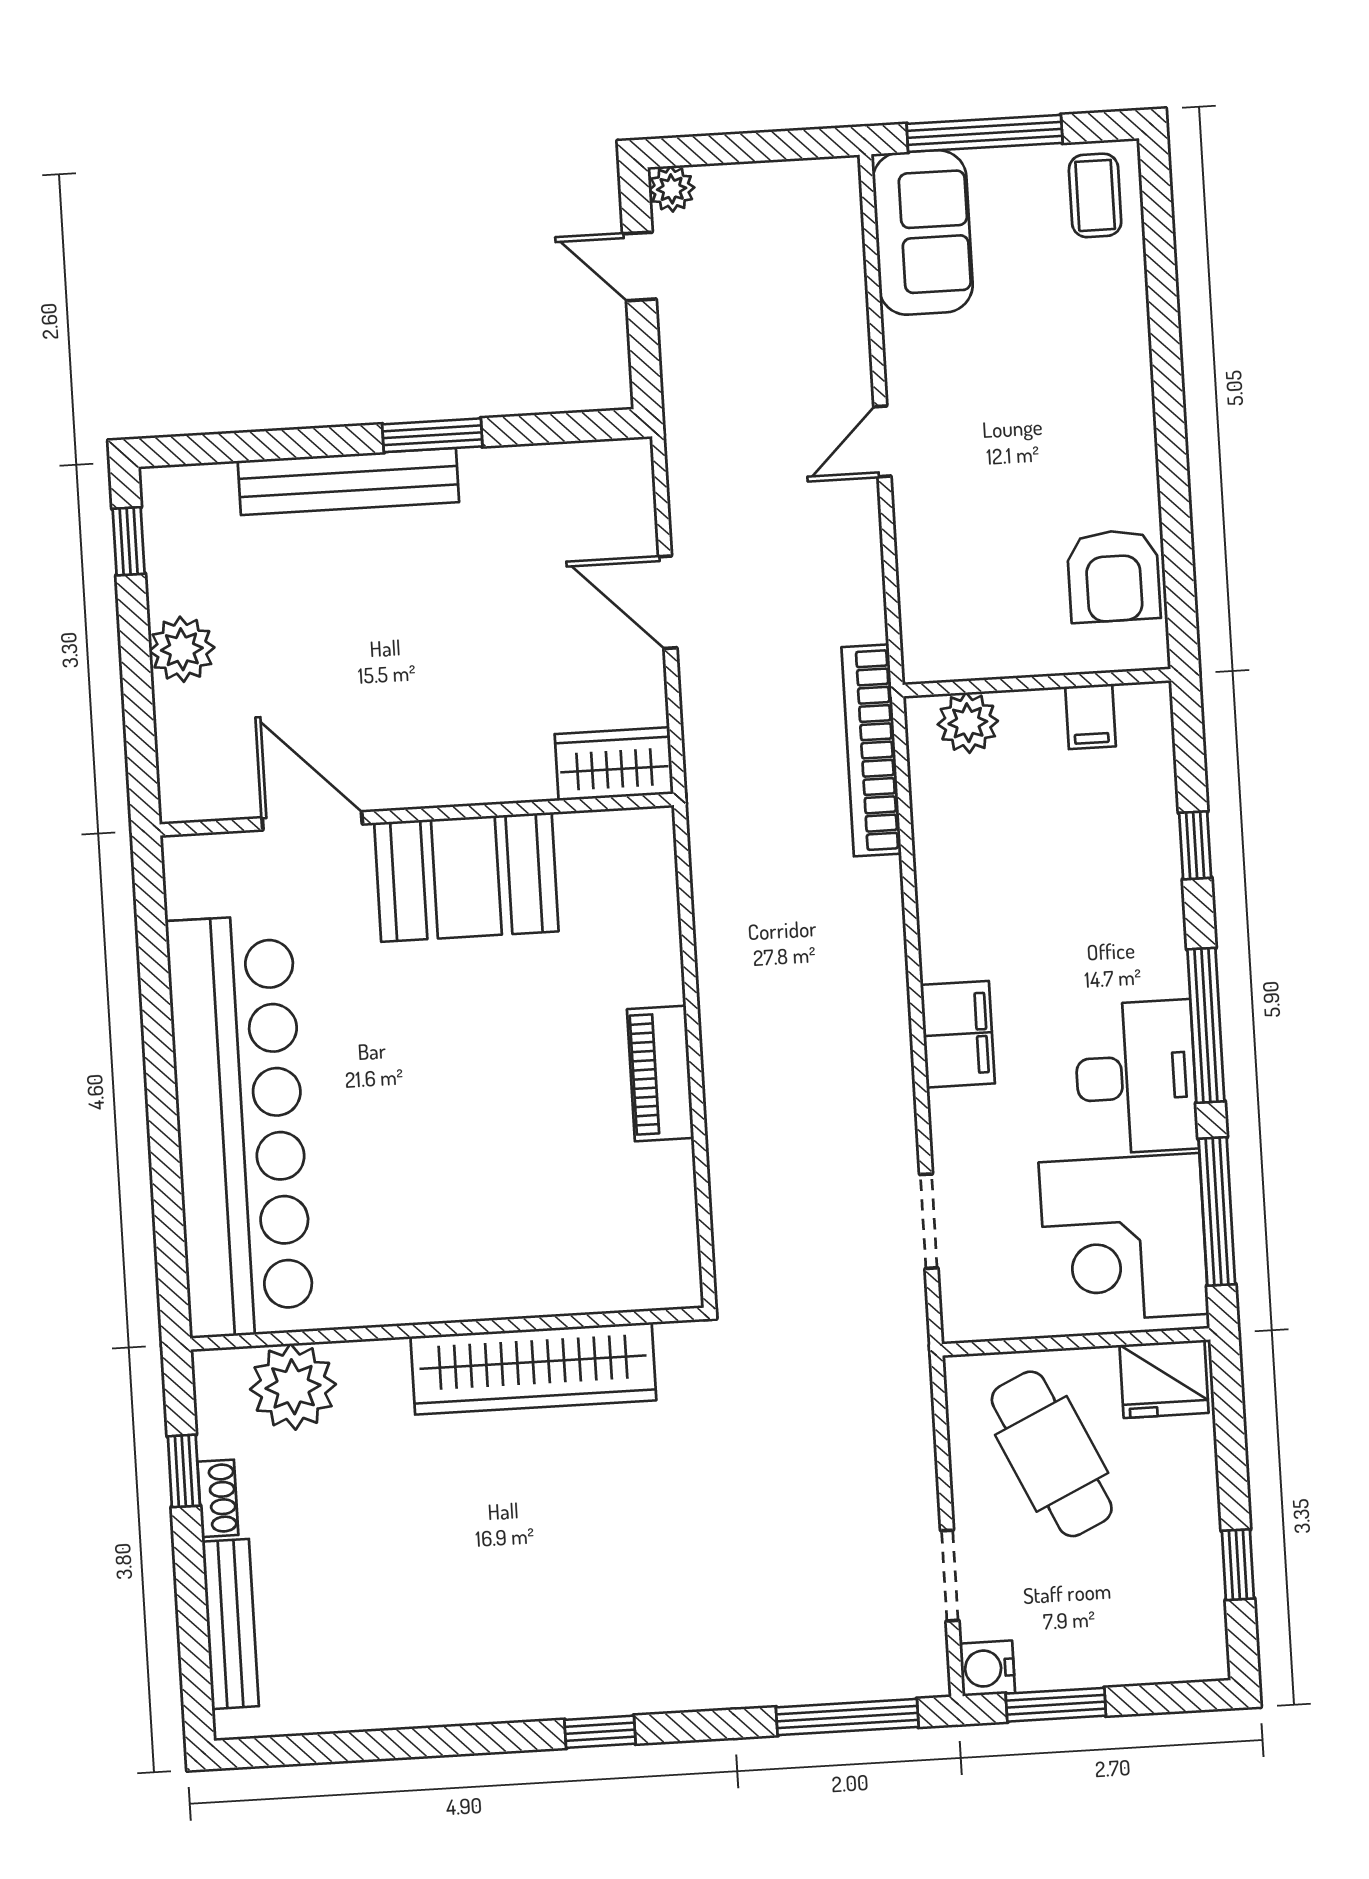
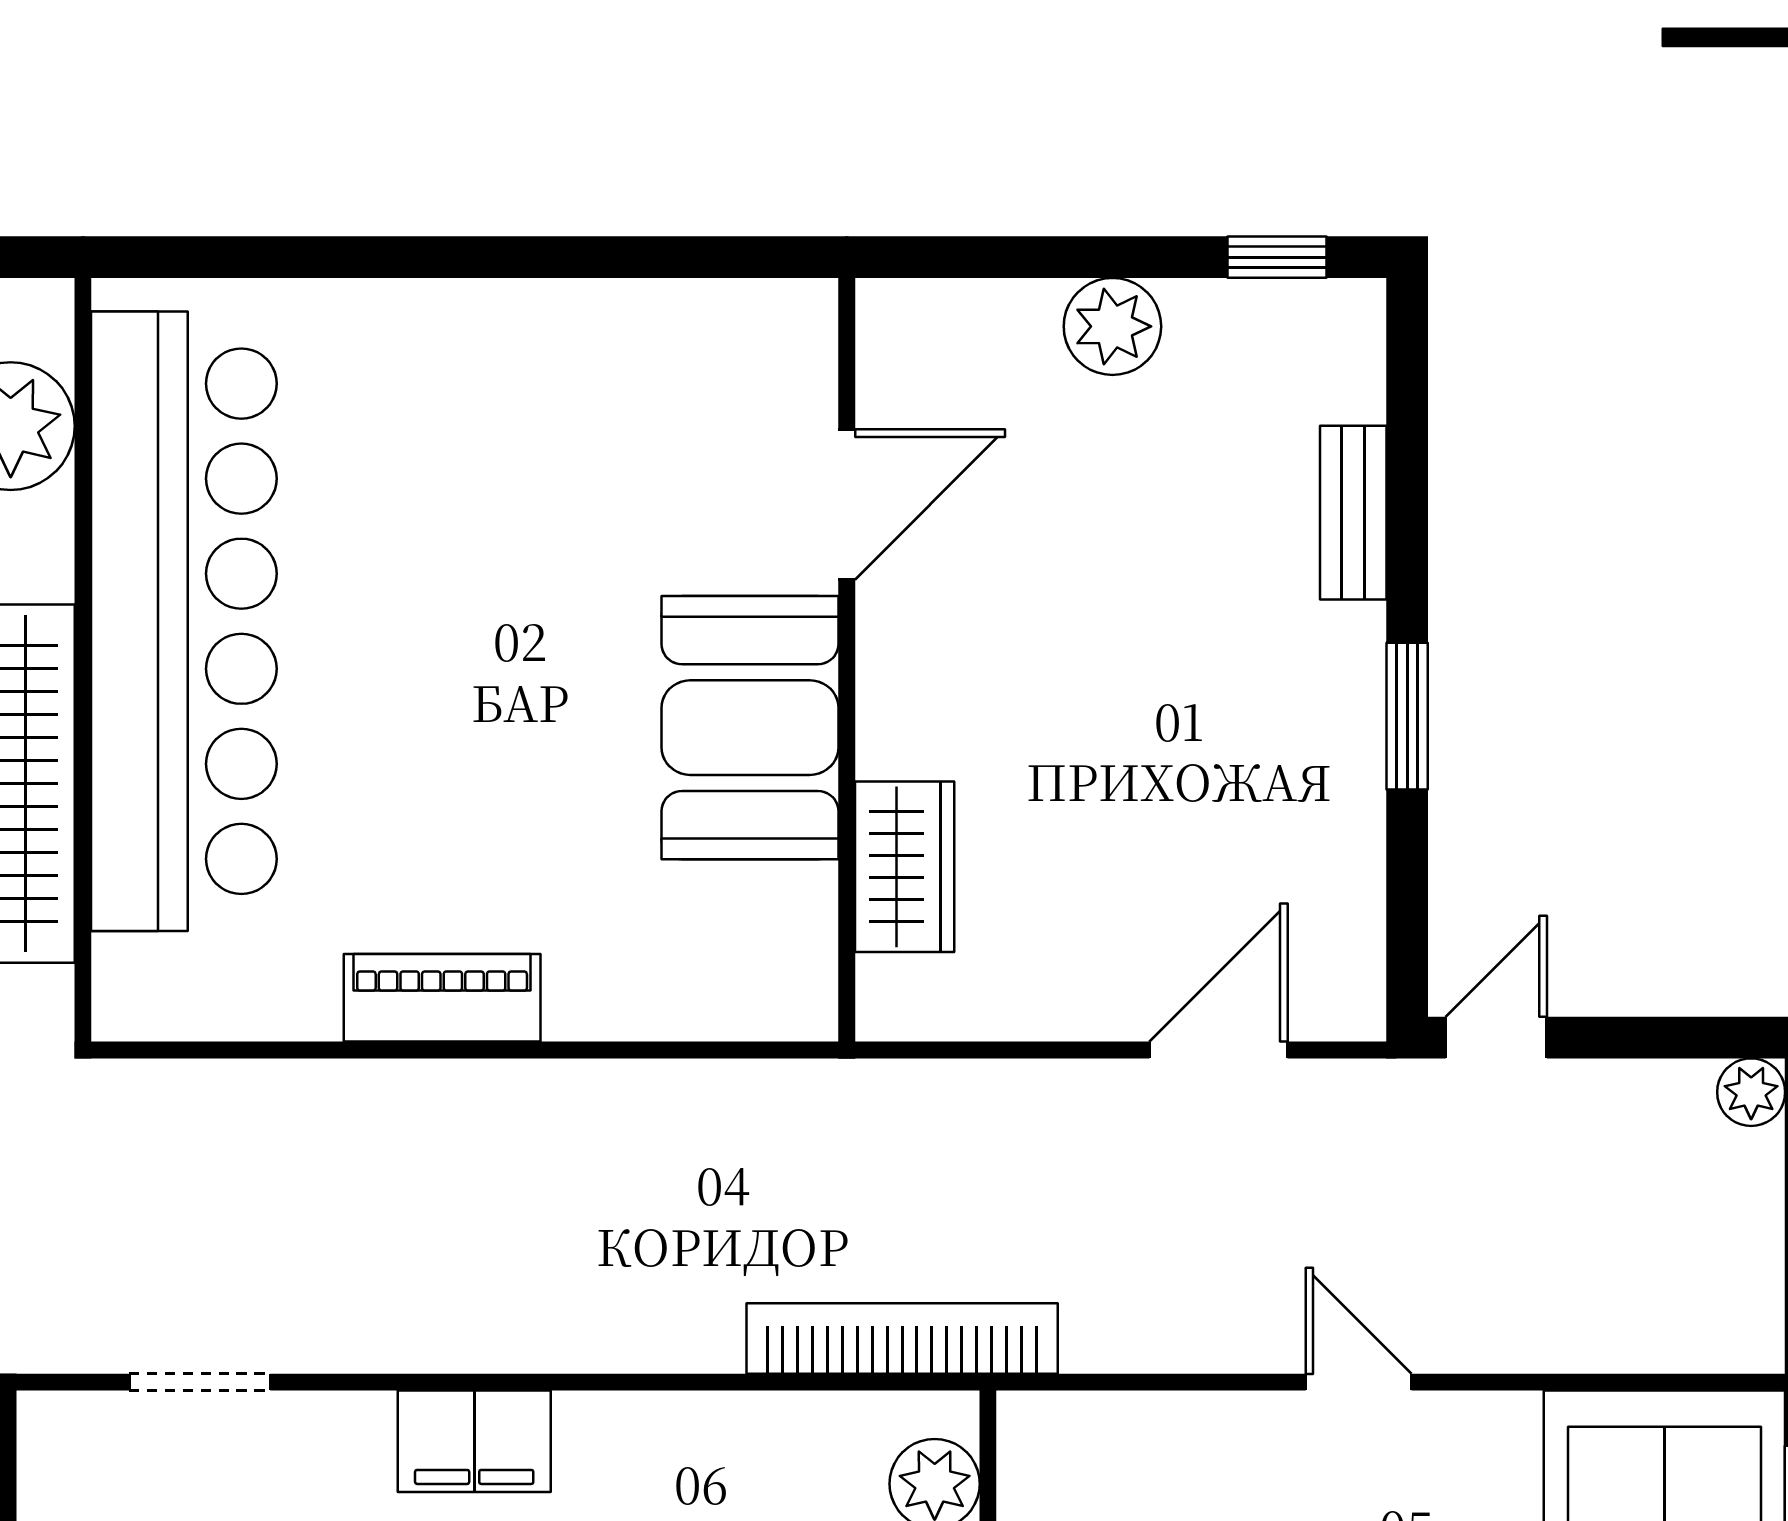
door: (639, 266) -> (1496, 1038), moved
bench: (348, 482) -> (1353, 513), width x0.54, depth x0.82
door: (668, 602) -> (1219, 1050), moved
wardrobe: (614, 764) -> (905, 867), moved
bar counter: (240, 1126) -> (184, 621), moved, turned -90

